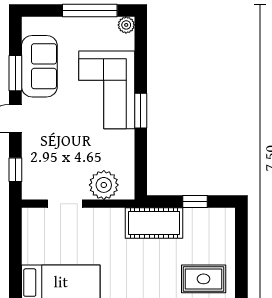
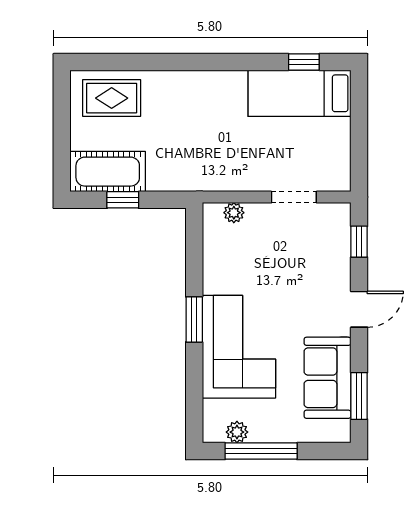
plant: (126, 25) -> (237, 432), moved
window: (15, 73) -> (359, 396), moved
plant: (104, 185) -> (234, 213), width x0.53, depth x0.53
cot: (154, 223) -> (108, 172), moved

